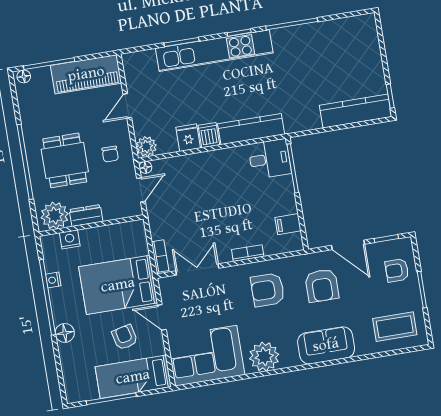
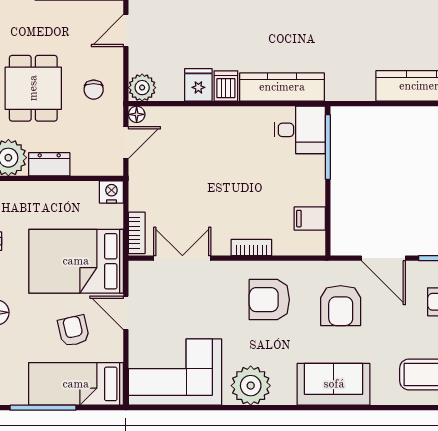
nightstand: (70, 239) -> (111, 192), moved

